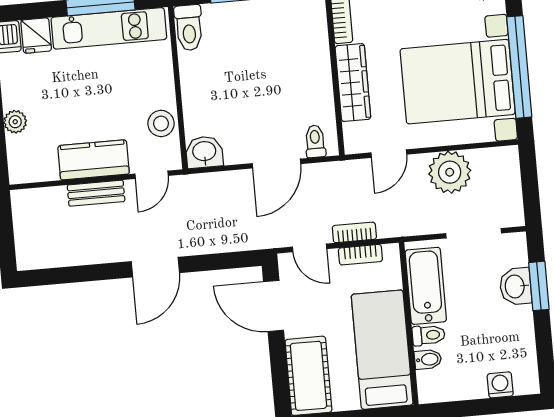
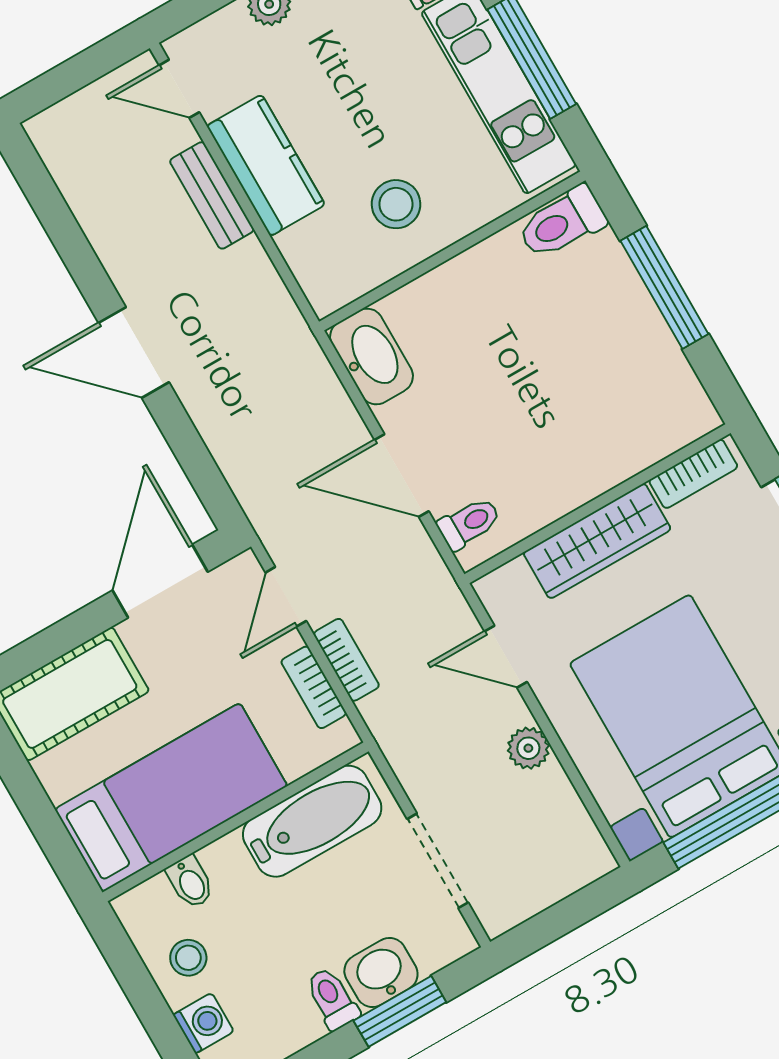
stool: (161, 123) -> (396, 204), moved
washbasin: (204, 152) -> (371, 356), width x1.38
plant: (450, 172) -> (528, 748), width x0.53, depth x0.53
door: (152, 175) -> (179, 89), moved
toilet: (429, 335) -> (332, 999), moved, turned 180
stool: (465, 378) -> (188, 958), added

